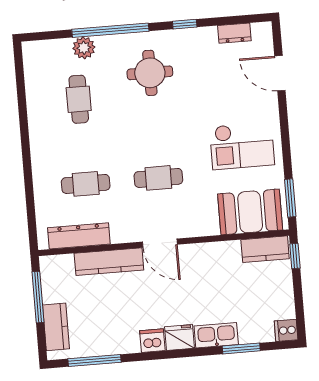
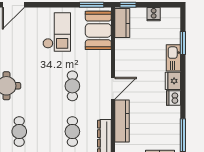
cafe table: (79, 99) -> (19, 132), turned 90
cooker: (286, 330) -> (154, 14), moved

